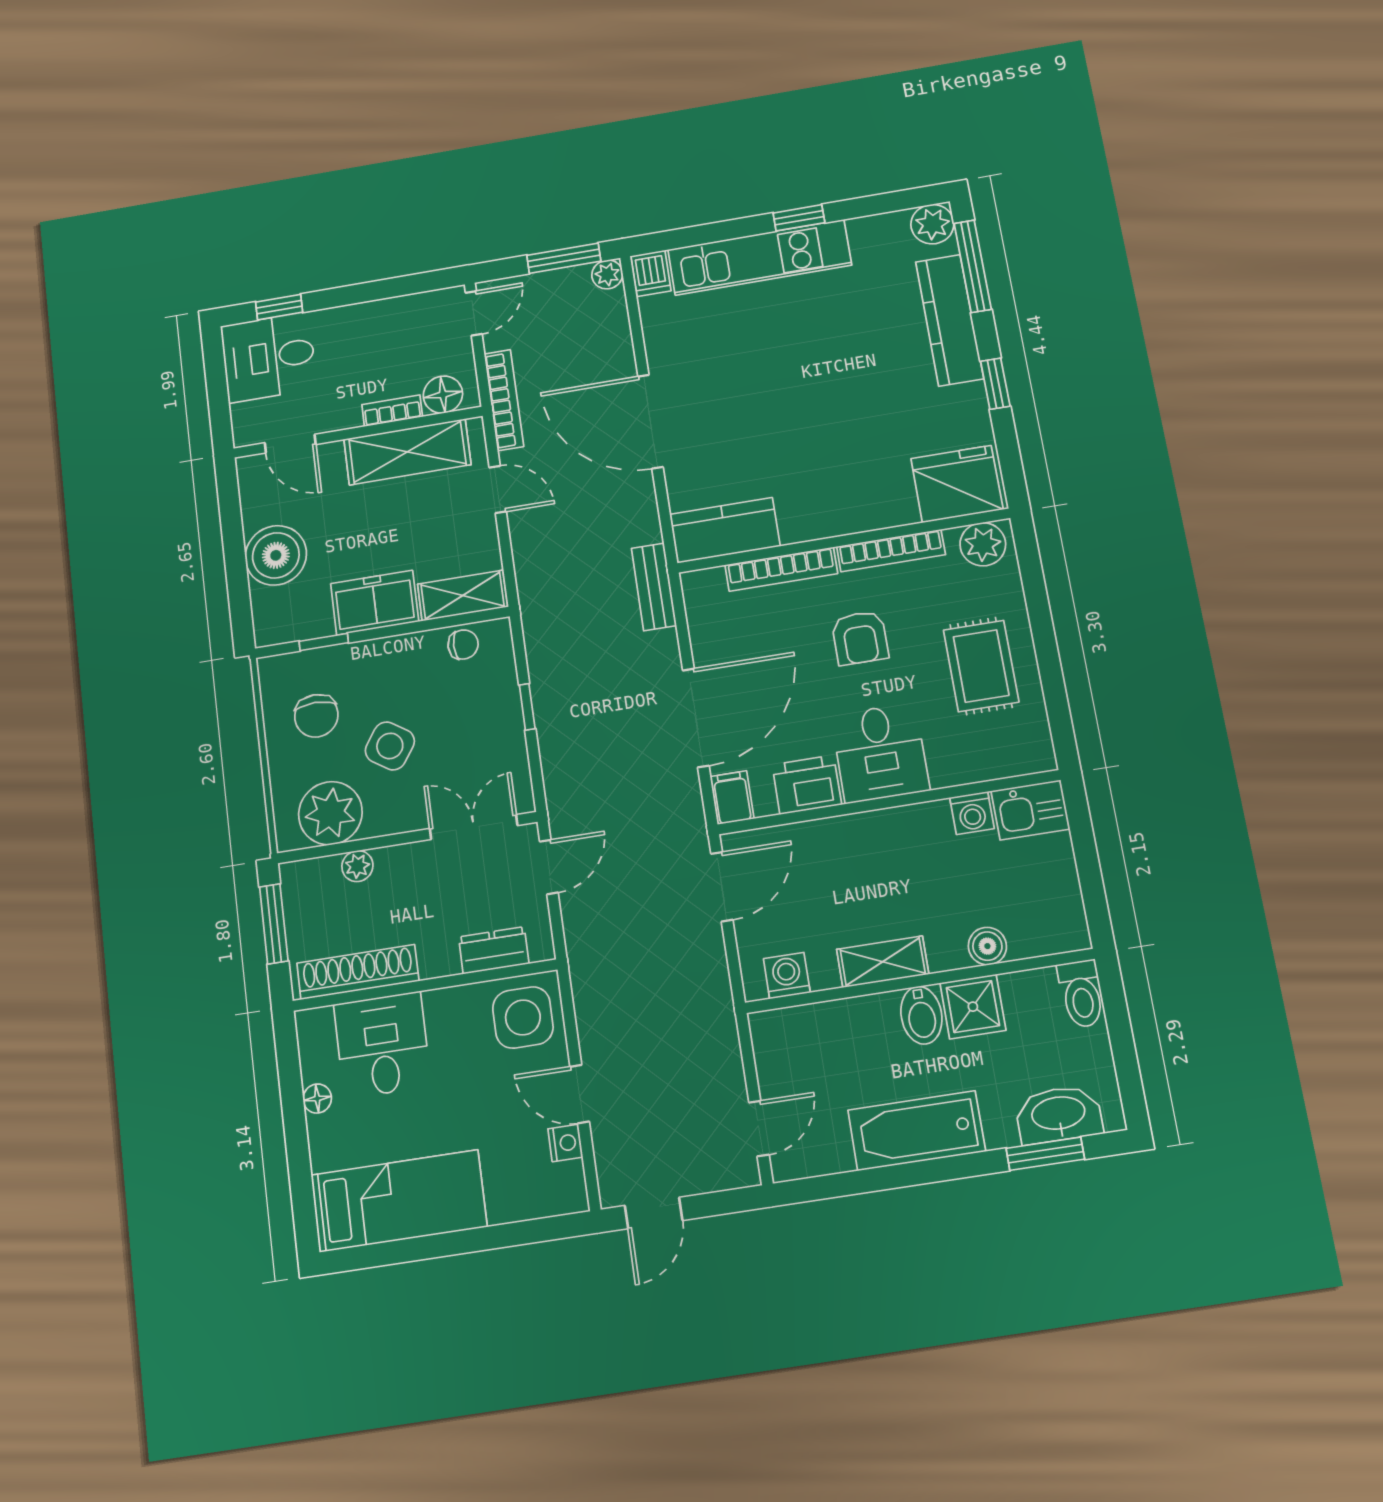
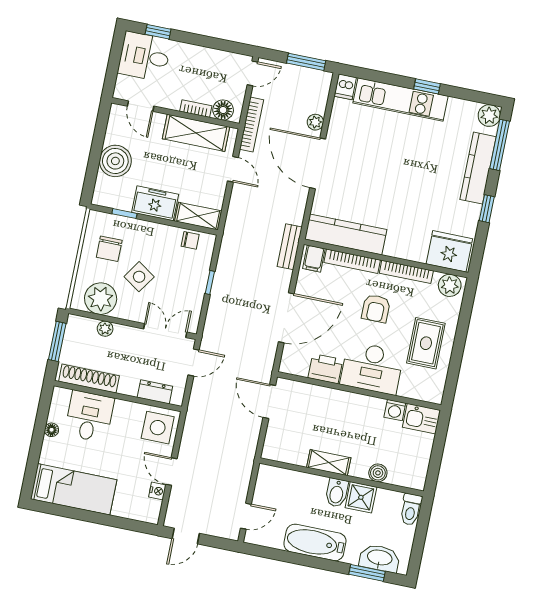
plant: (607, 274) -> (315, 122), moved
kitchen counter: (725, 530) -> (346, 234), width x1.50
desk: (880, 753) -> (372, 368), width x1.37
filing cabinet: (732, 798) -> (314, 259), moved, turned 180
door: (722, 887) -> (269, 401), swing flipped
washing machine: (787, 976) -> (284, 453), removed

